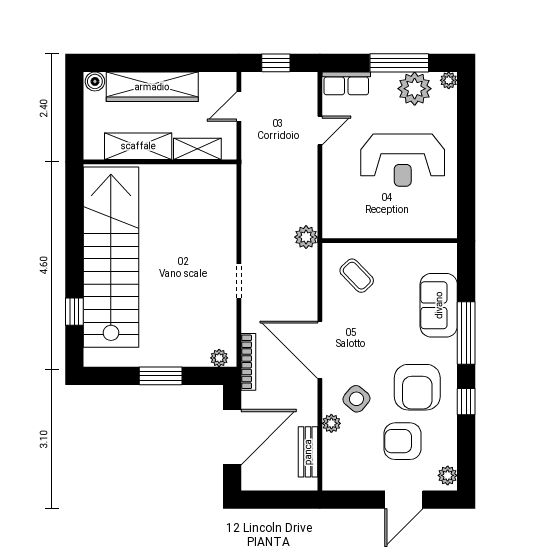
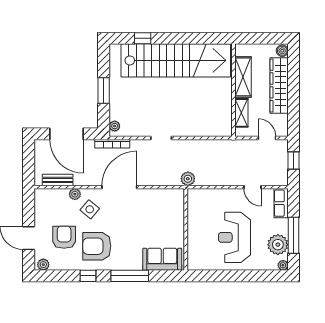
coffee table: (357, 276) -> (164, 209), removed
sofa: (439, 305) -> (162, 259), moved

